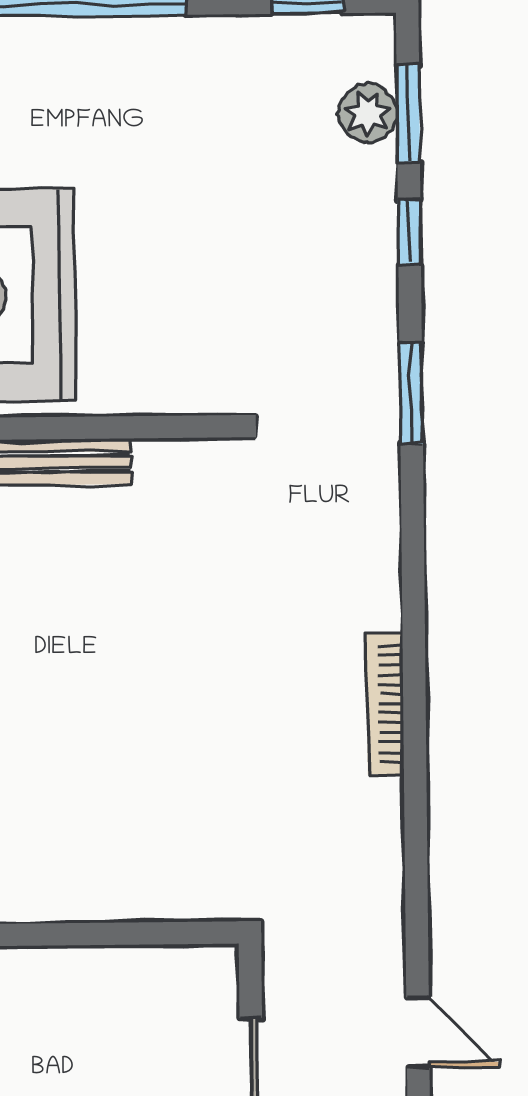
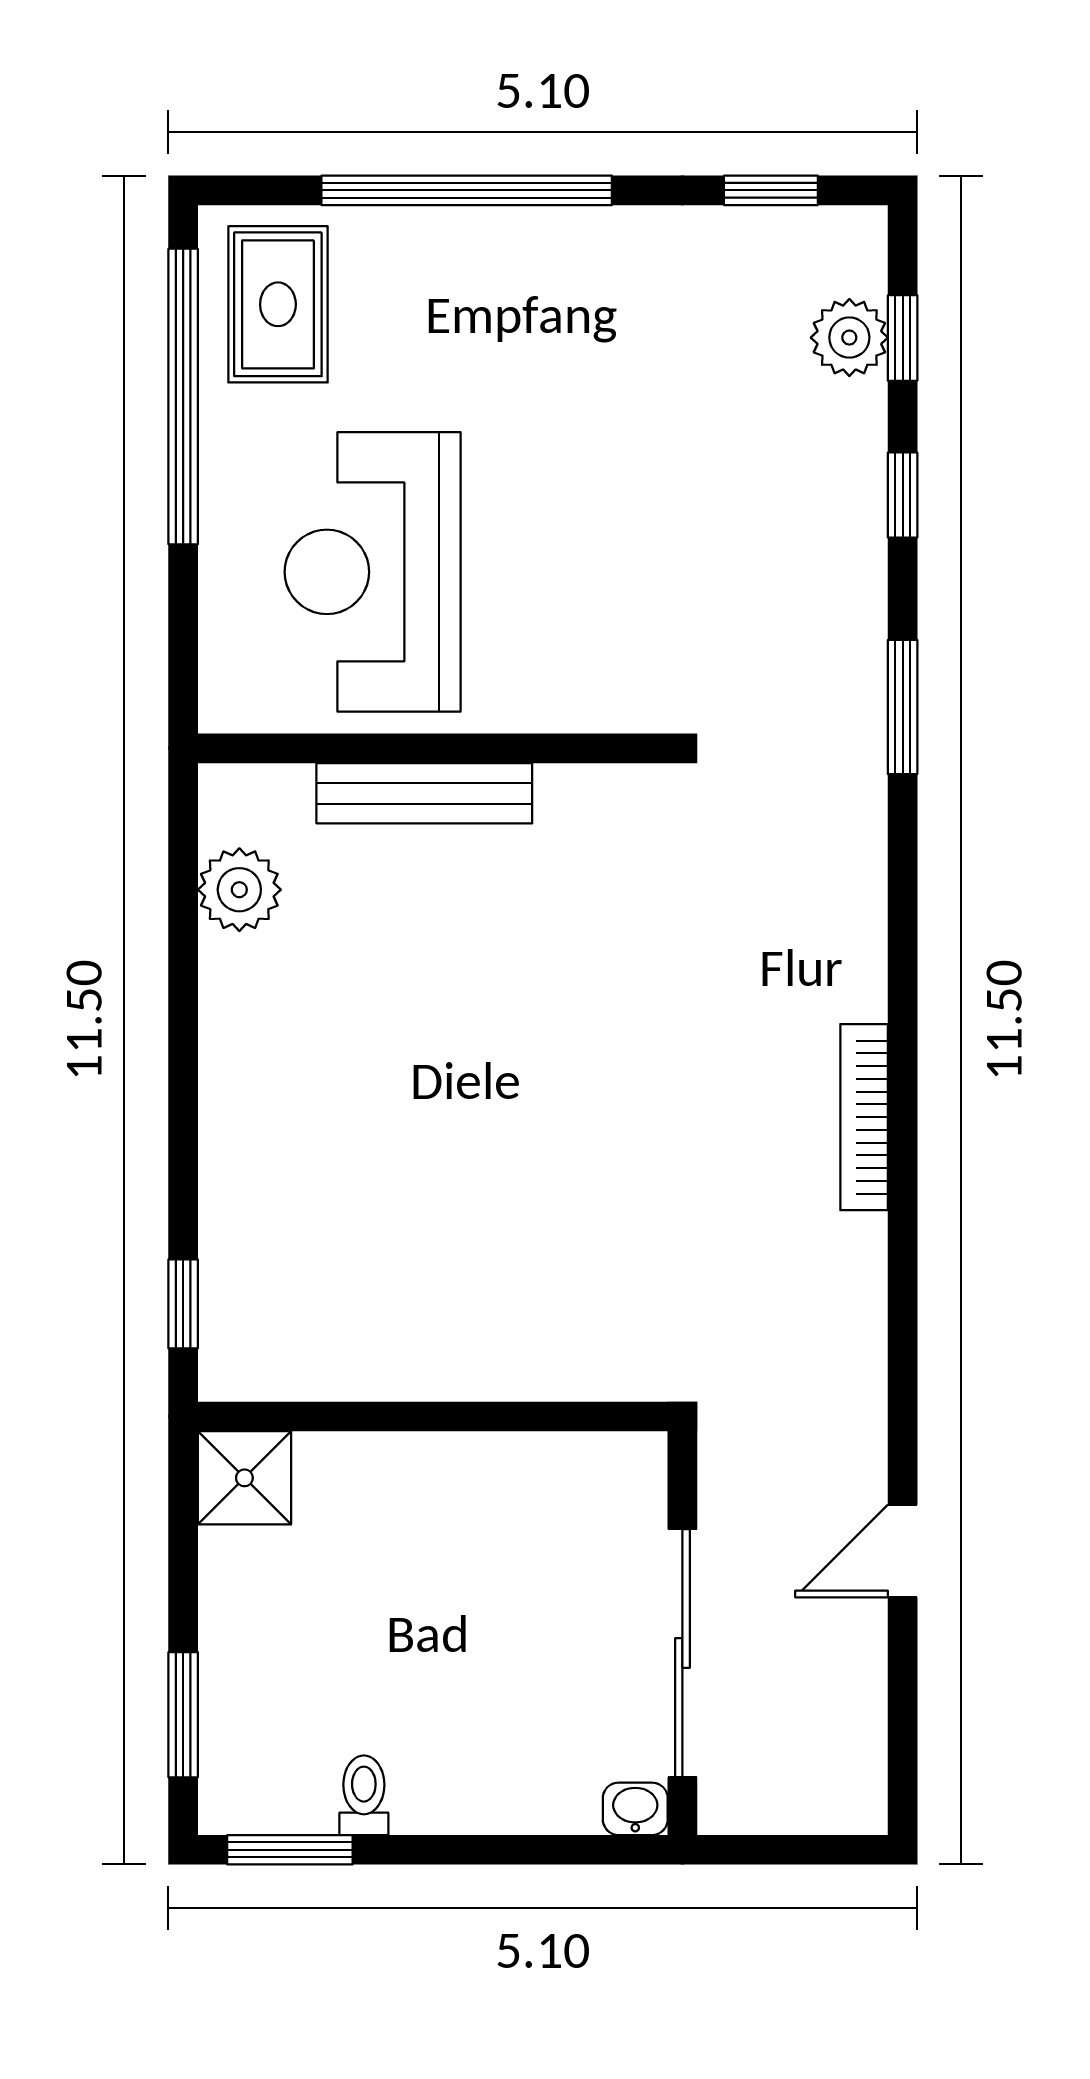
window: (408, 113) -> (903, 338), width x0.67
door: (418, 1032) -> (903, 1551), swing flipped

